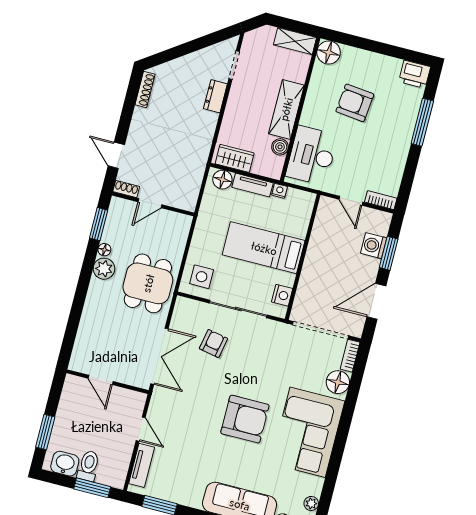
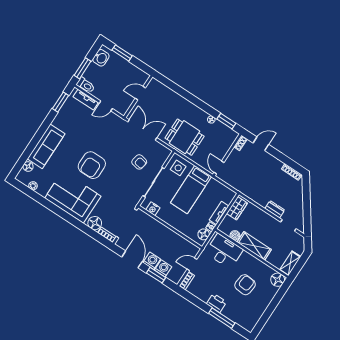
printer: (415, 74) -> (216, 303), moved, turned 90
floor lamp: (222, 180) -> (204, 234), moved
door: (150, 203) -> (219, 168), moved
bed: (264, 248) -> (191, 190), moved, turned 180
washing machine: (368, 268) -> (152, 261), added
plant: (104, 269) -> (201, 116), removed
double door: (159, 356) -> (142, 130), swing flipped
toilet: (88, 466) -> (86, 85), moved

